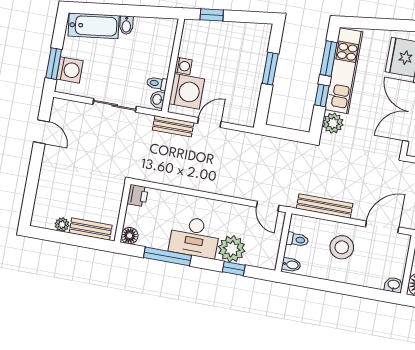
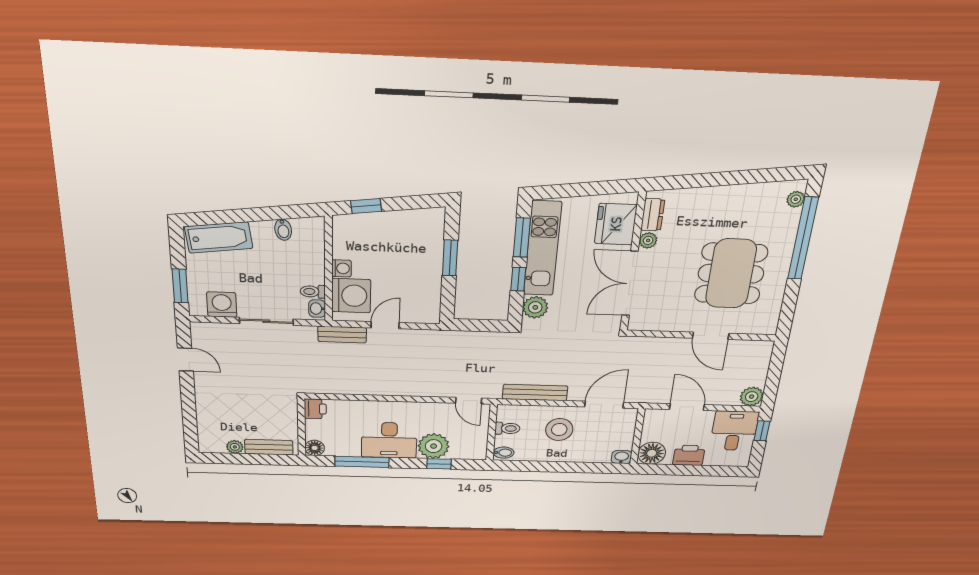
bidet: (126, 25) -> (283, 230), moved
washing machine: (70, 70) -> (222, 305), moved, turned -90

